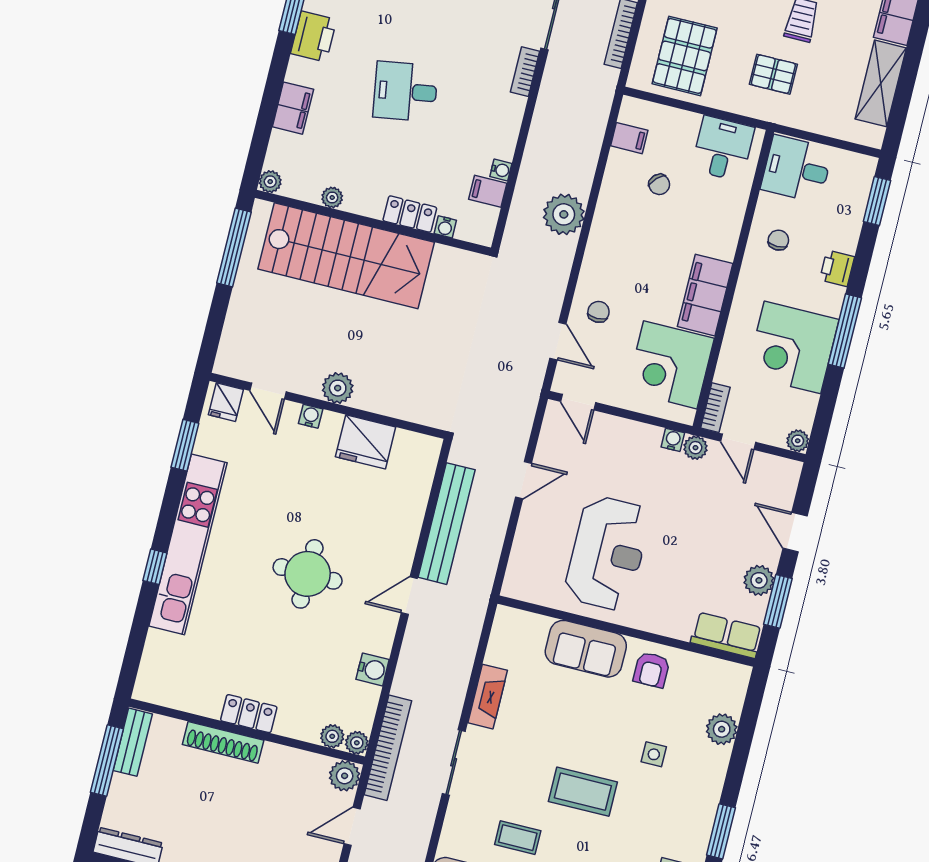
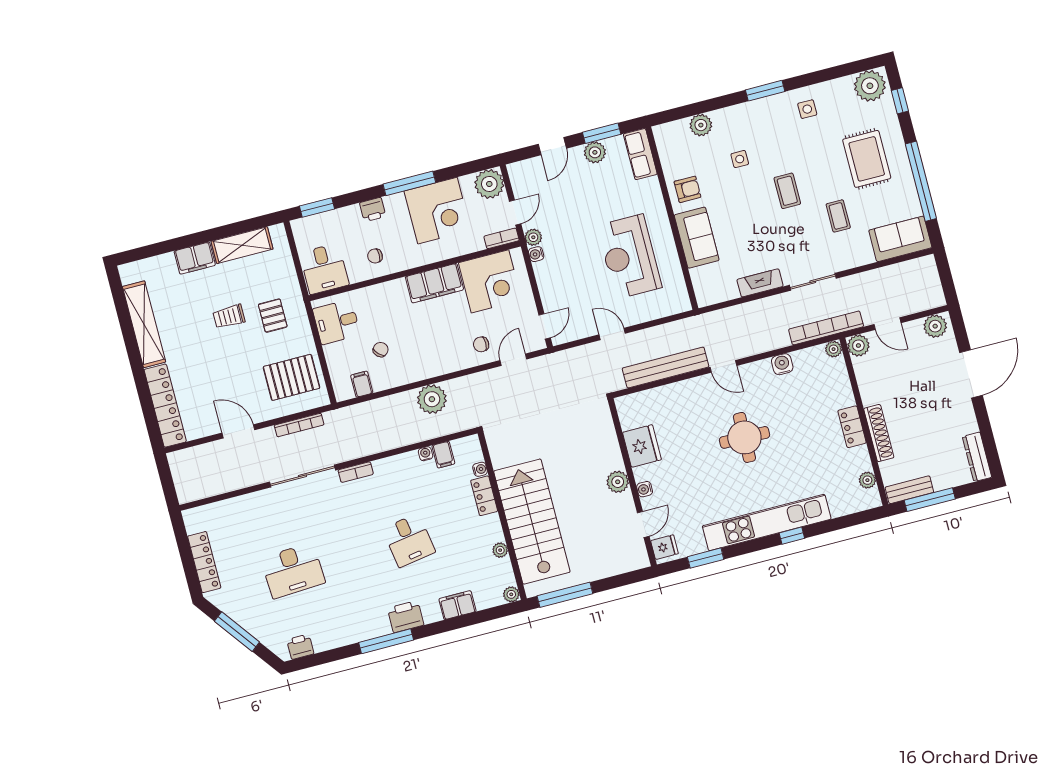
plant: (798, 441) -> (489, 184), width x1.88, depth x1.88
reception desk: (607, 553) -> (629, 257), turned -90
plant: (332, 736) -> (867, 480), moved
coffee table: (583, 792) -> (787, 191), width x0.73, depth x0.77

